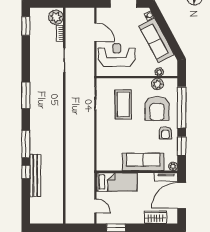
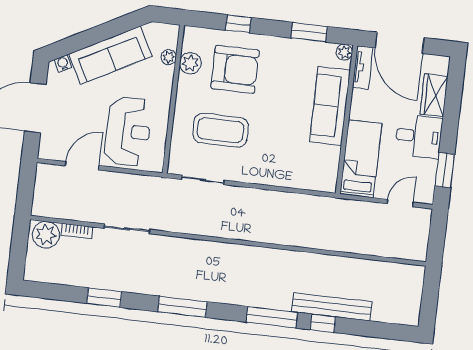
window: (26, 26) -> (104, 298), moved
reception desk: (117, 55) -> (128, 131), turned 180
window: (182, 107) -> (238, 24), width x0.32
armchair: (165, 133) -> (281, 59), removed
desk: (133, 212) -> (419, 136), added

